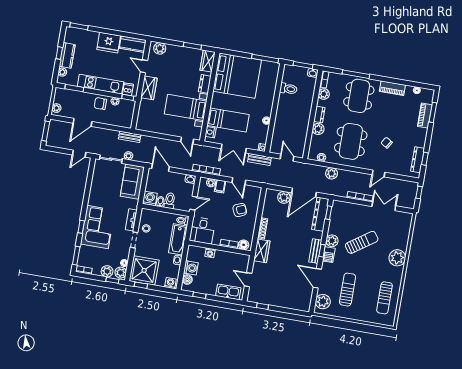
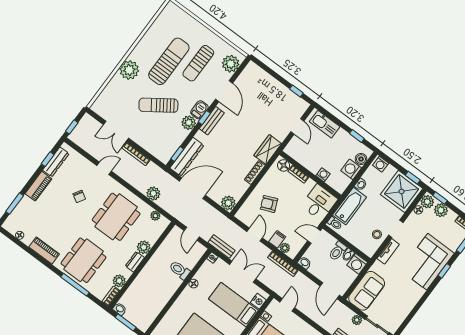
toilet: (288, 89) -> (180, 270), moved
piano: (425, 116) -> (38, 186), moved
plant: (284, 197) -> (228, 203), moved
sun lounger: (385, 298) -> (169, 61), moved, width x1.36, depth x1.34

